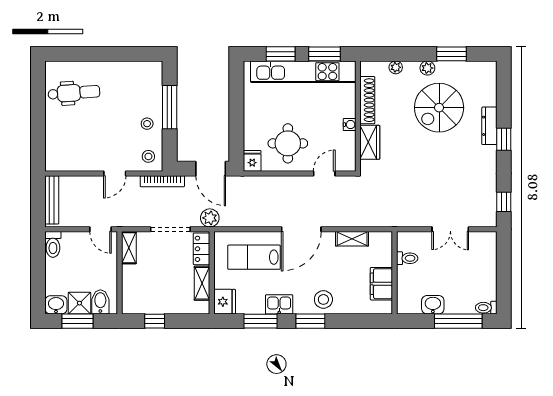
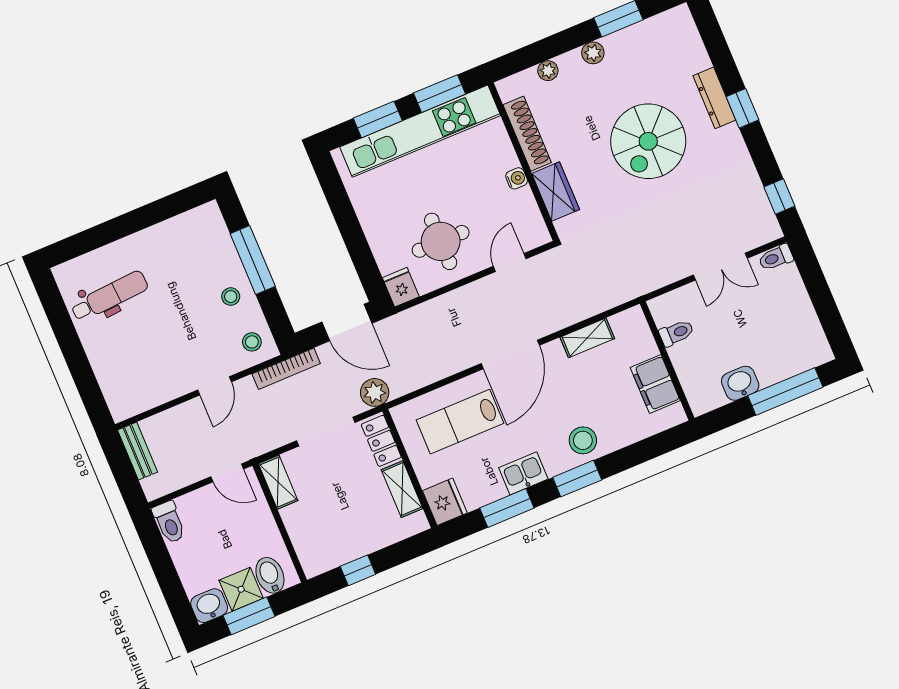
spiral stairs: (439, 108) -> (648, 141), moved
bench: (52, 200) -> (138, 451), width x0.73
toilet: (486, 308) -> (776, 258), moved

